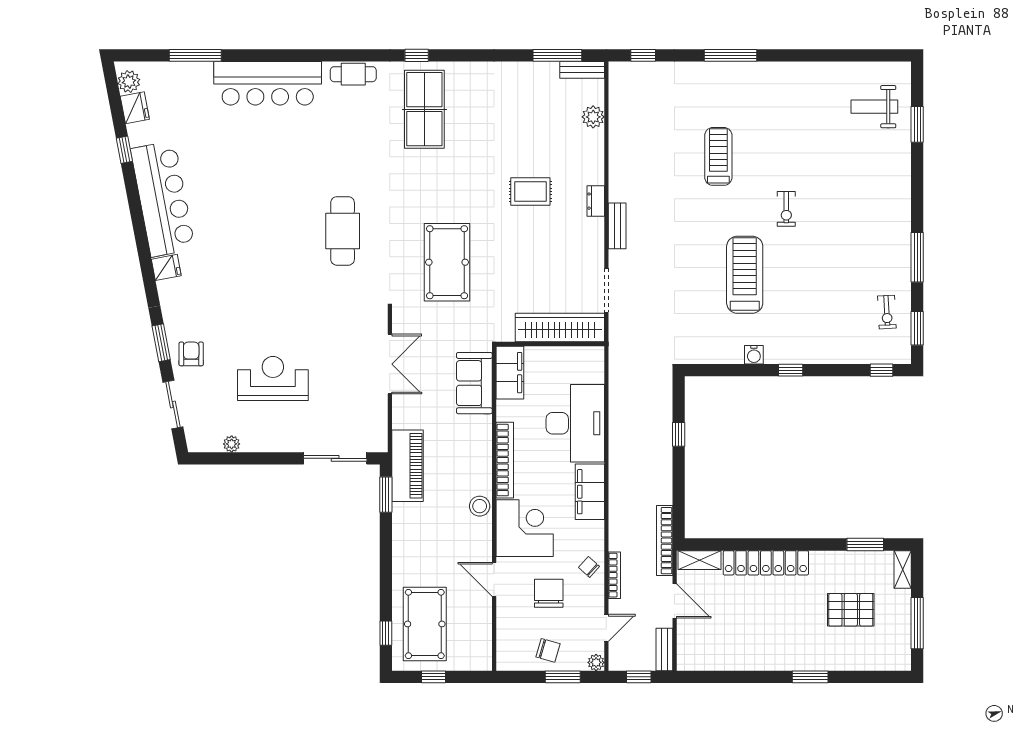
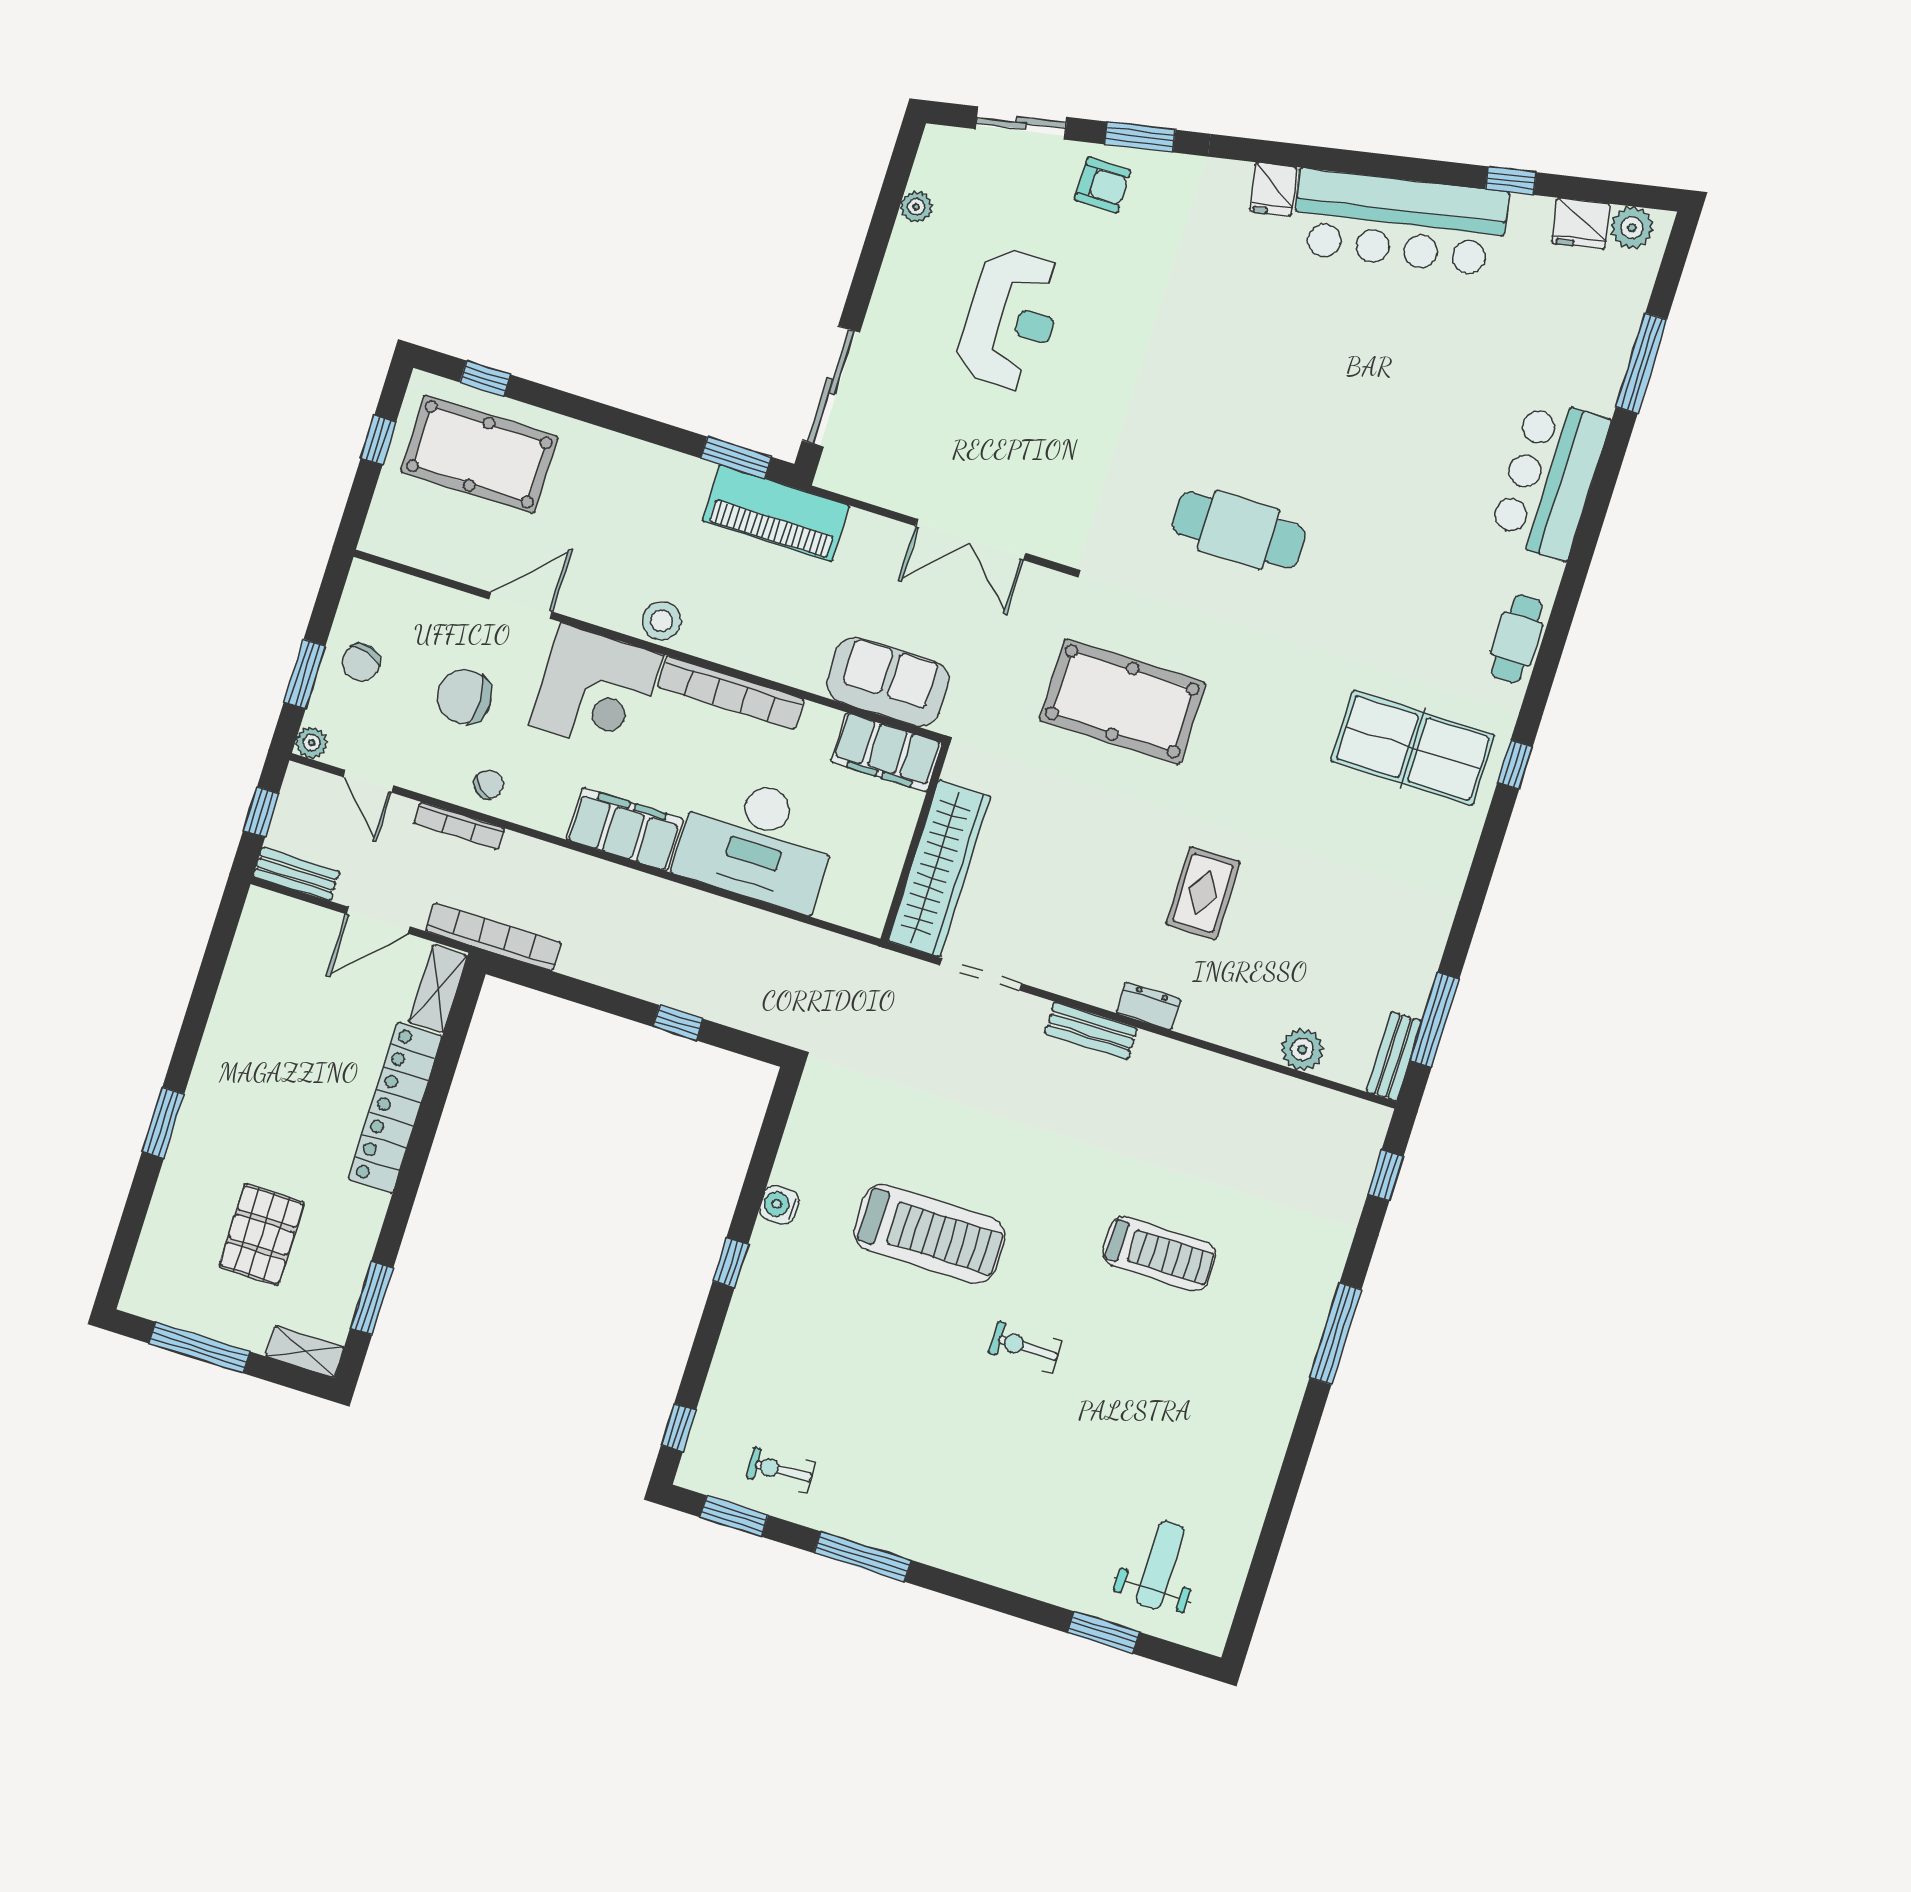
bar counter: (268, 83) -> (1549, 479), width x0.73
chair: (549, 593) -> (464, 697), turned 180

